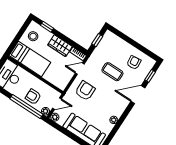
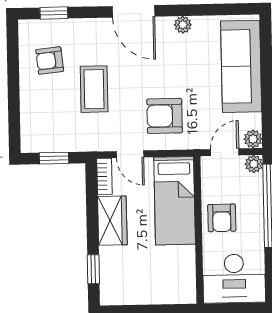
stool: (33, 36) -> (129, 283), removed
bed: (30, 59) -> (175, 201), moved, turned 180
door: (138, 95) -> (133, 11), moved
armchair: (33, 97) -> (222, 218), moved
door: (57, 104) -> (225, 152), hinge flipped

